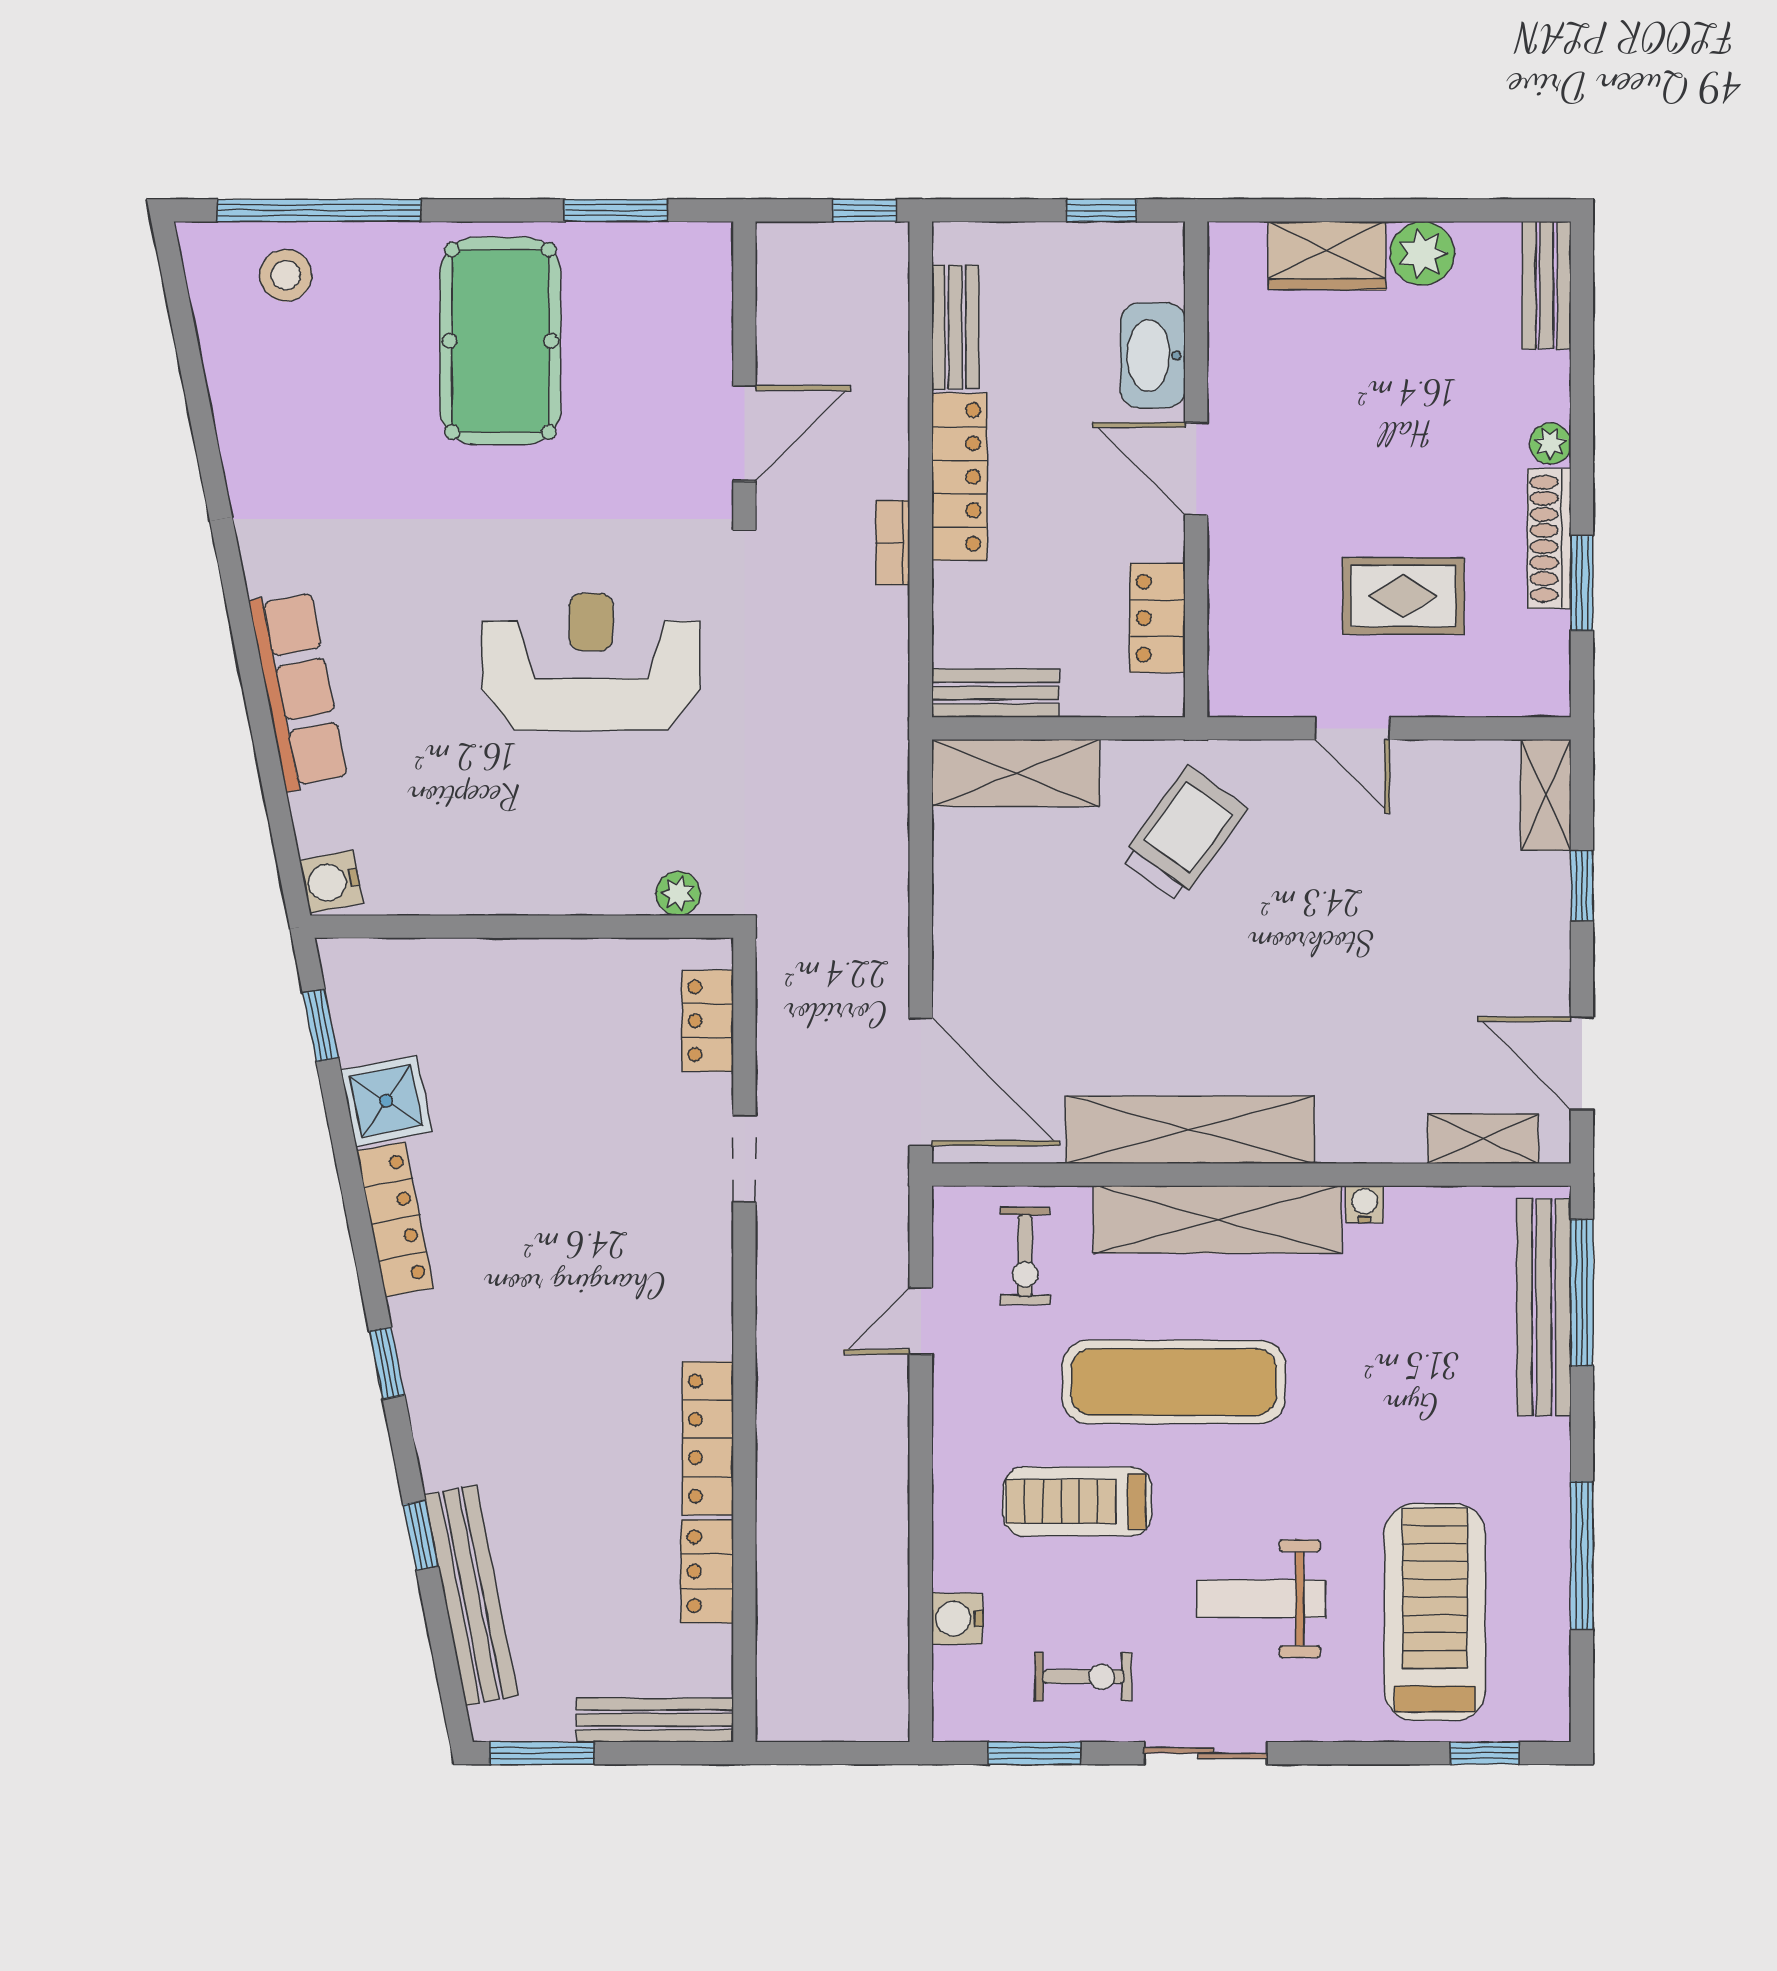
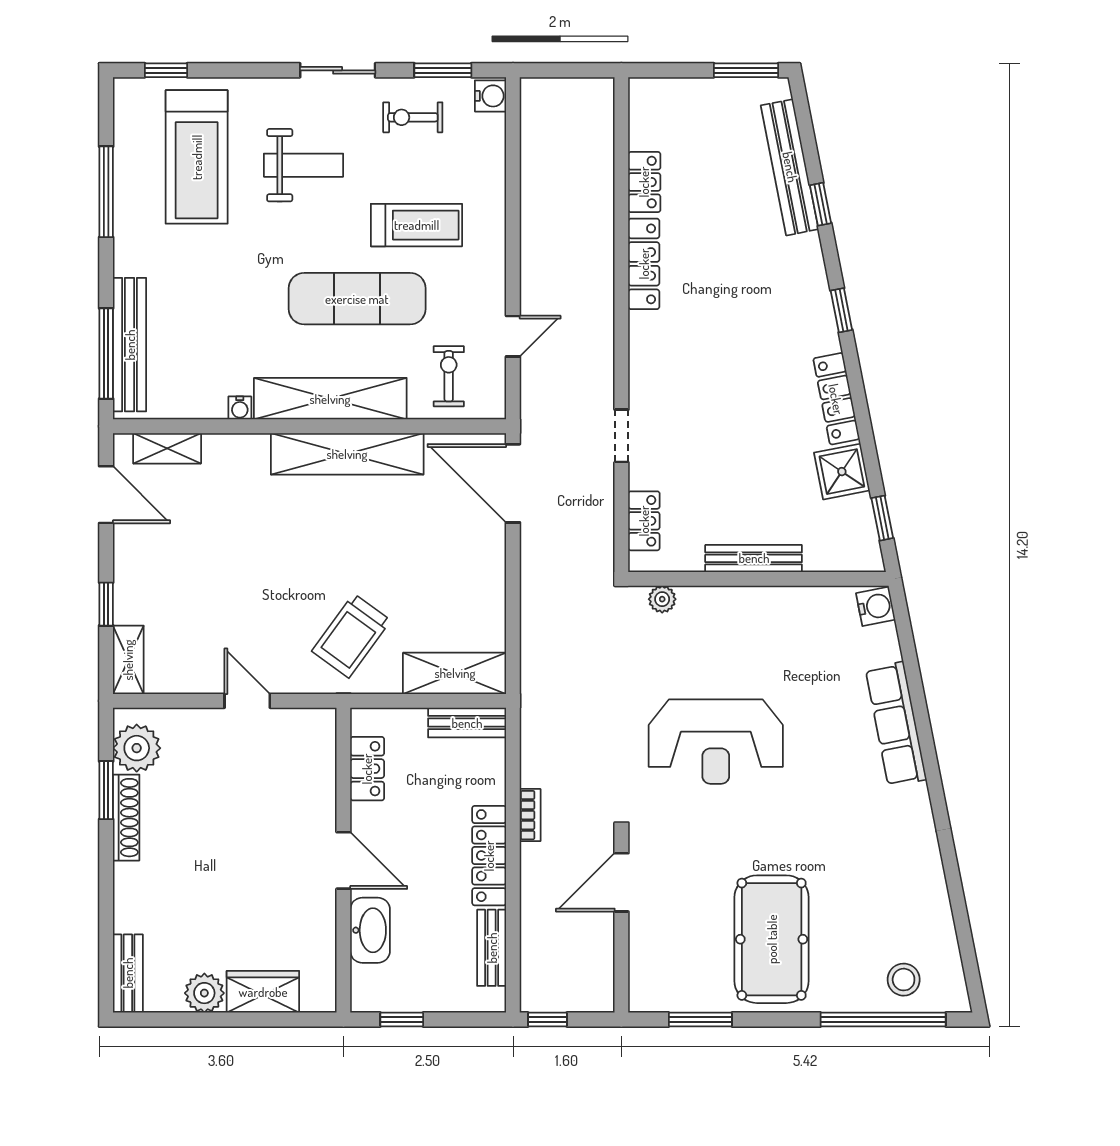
plant: (1550, 444) -> (137, 748), moved, width x1.88, depth x1.88
rug: (1403, 596) -> (216, 782), removed
water cooler: (957, 1619) -> (491, 96), moved
bench: (655, 1720) -> (754, 558), moved

